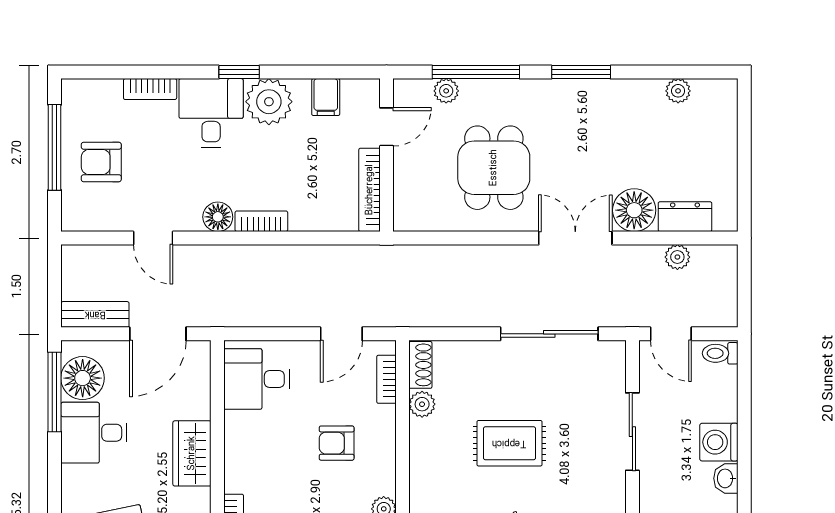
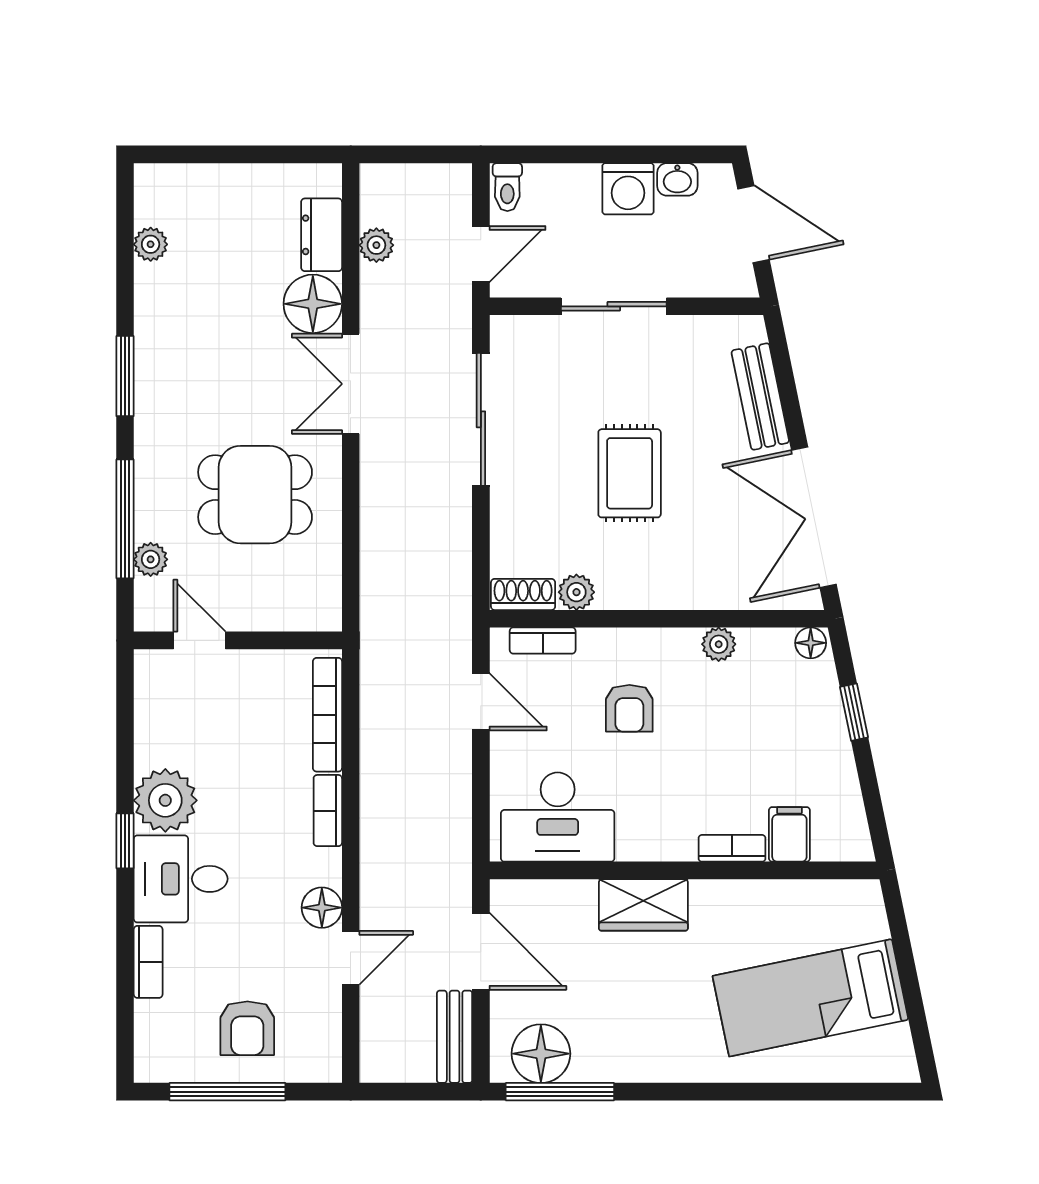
filing cabinet: (326, 97) -> (159, 723), removed
bookcase: (370, 190) -> (327, 715), moved, turned 90
floor lamp: (218, 217) -> (322, 908), moved
desk: (257, 379) -> (558, 817), width x1.37
desk: (94, 433) -> (615, 1038), removed

